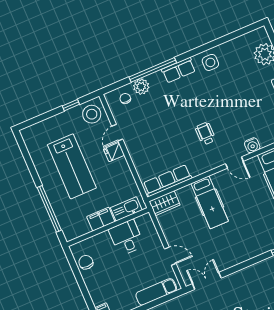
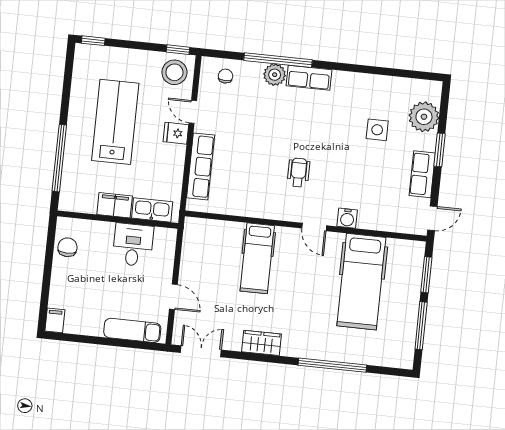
side table: (210, 62) -> (377, 130), moved
plant: (141, 87) -> (275, 75), moved
window: (71, 105) -> (178, 50), moved
window: (29, 123) -> (93, 41), added
door: (117, 133) -> (193, 112), hinge flipped
lab bench: (72, 166) -> (115, 122), turned 180
row of seats: (167, 181) -> (201, 166), moved, turned 90
wardrobe: (165, 203) -> (262, 343), moved, turned 180

